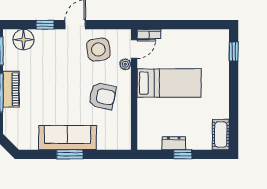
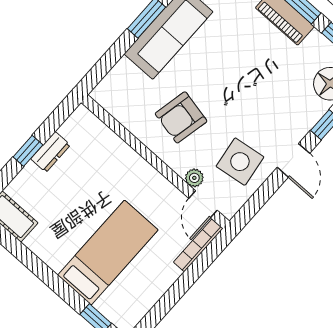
bookcase: (149, 34) -> (198, 245), width x1.56
bed: (169, 83) -> (108, 253), moved, turned 180

